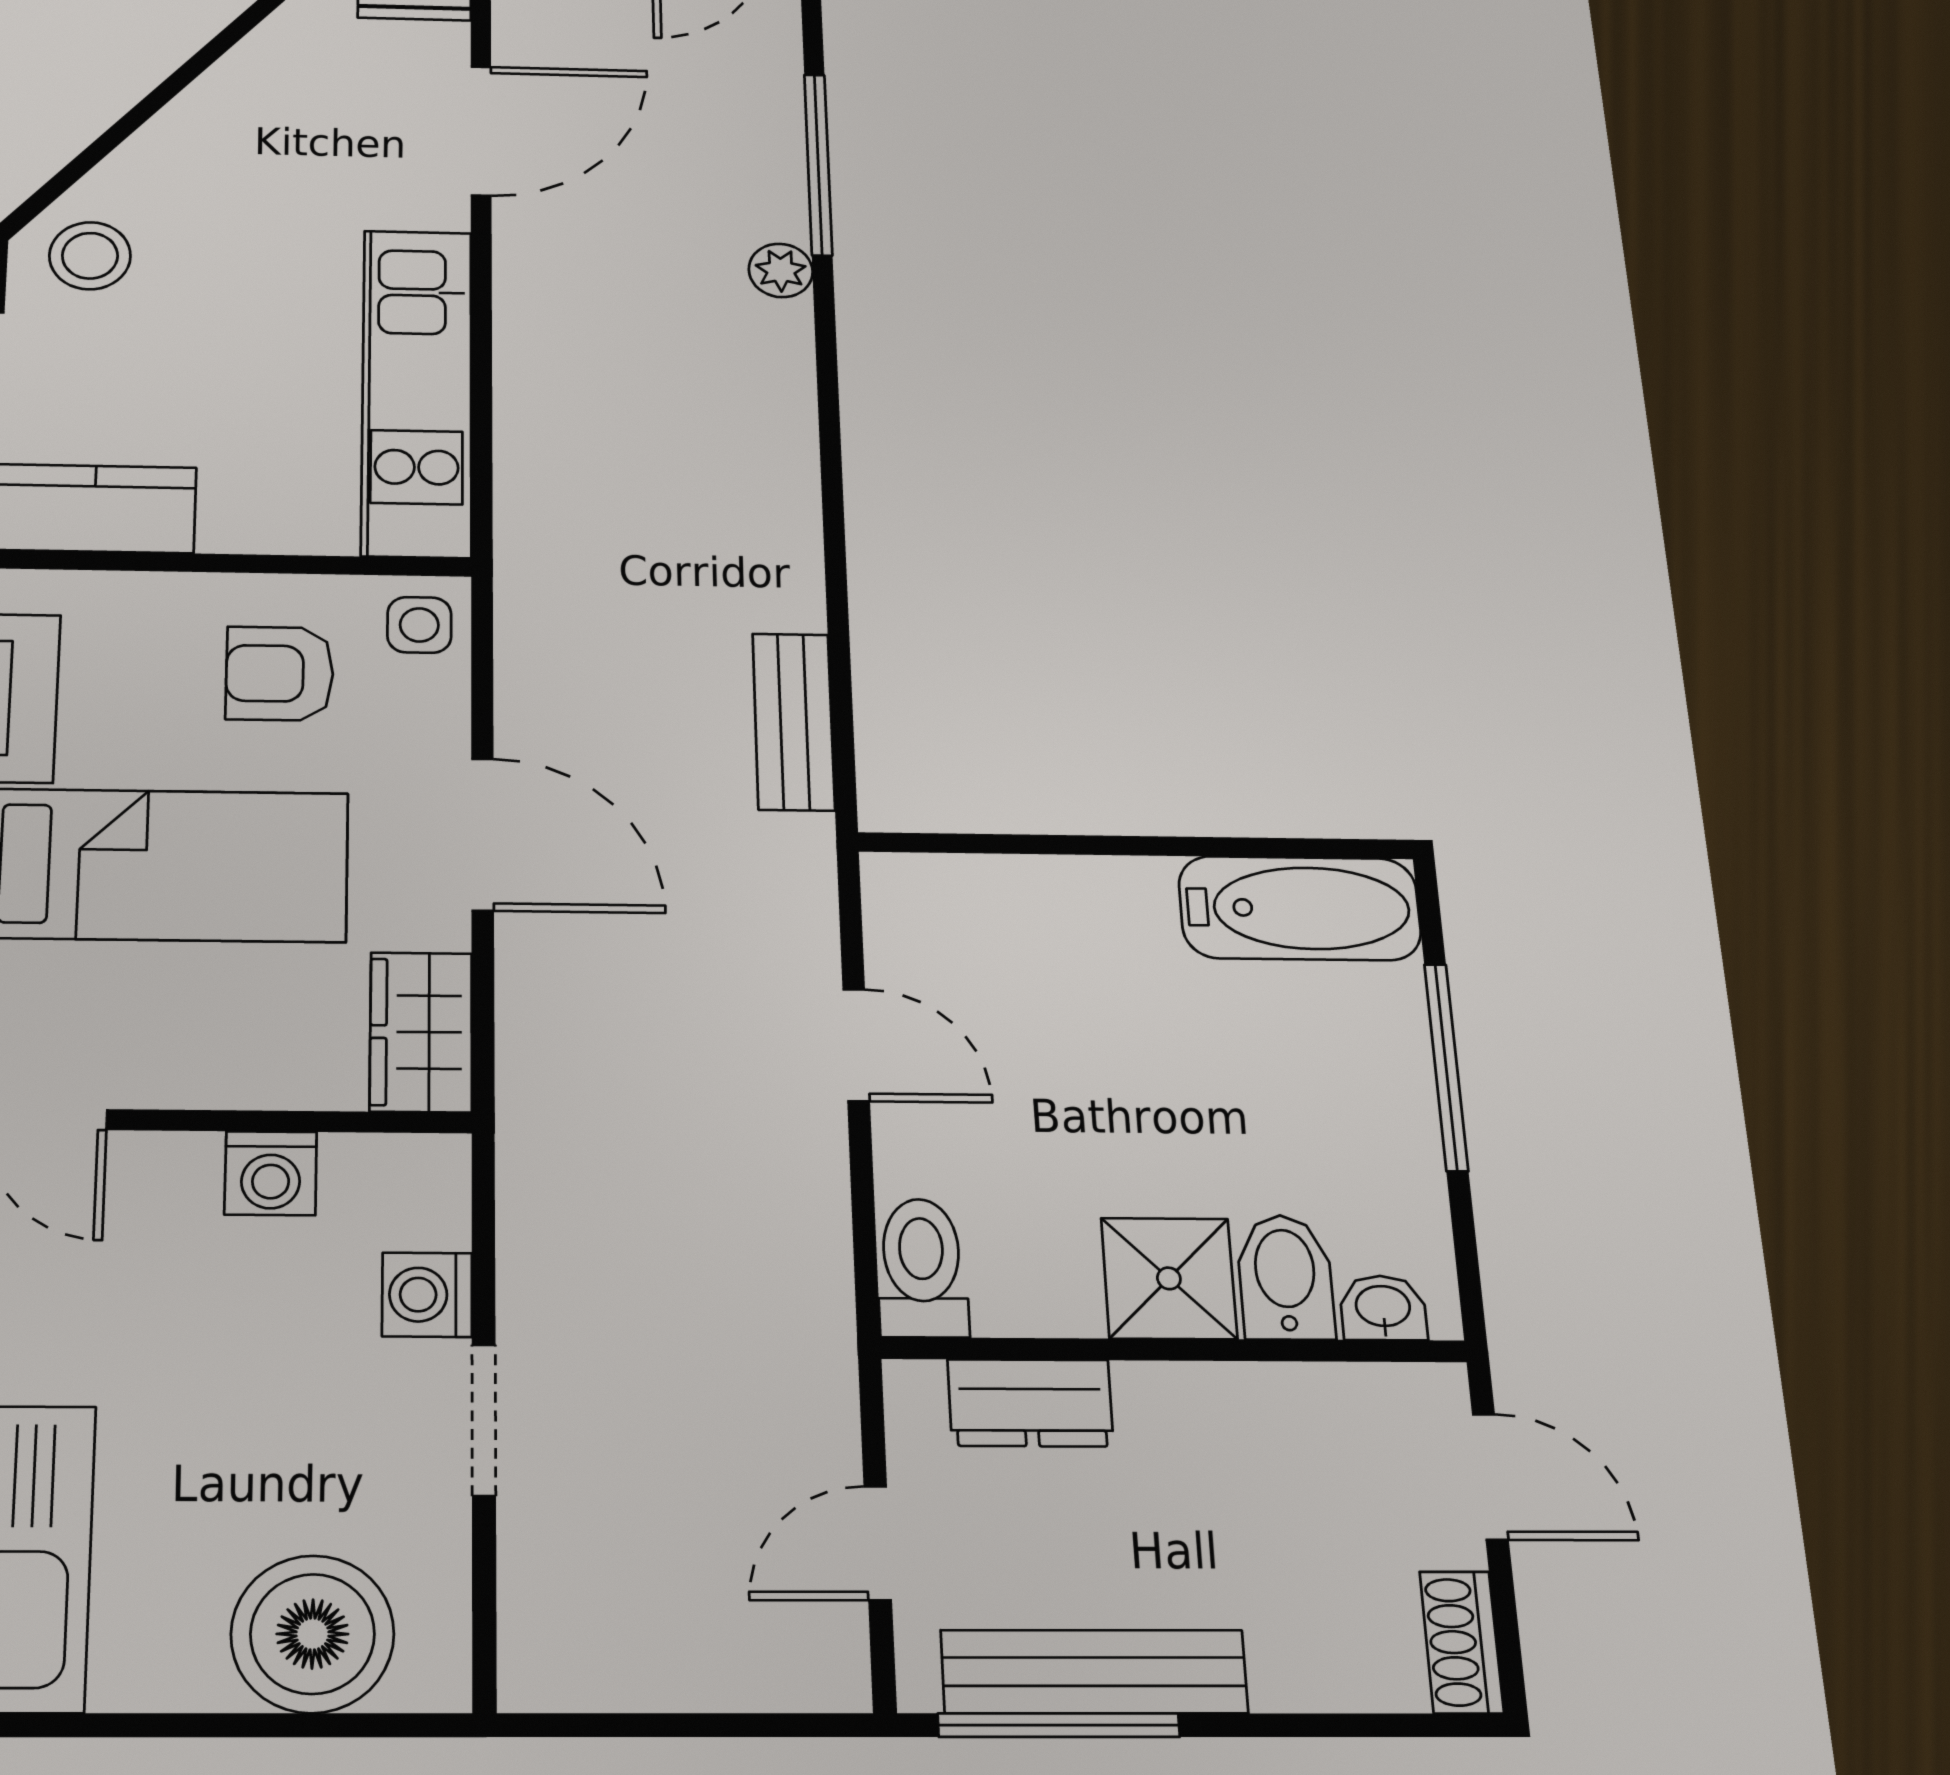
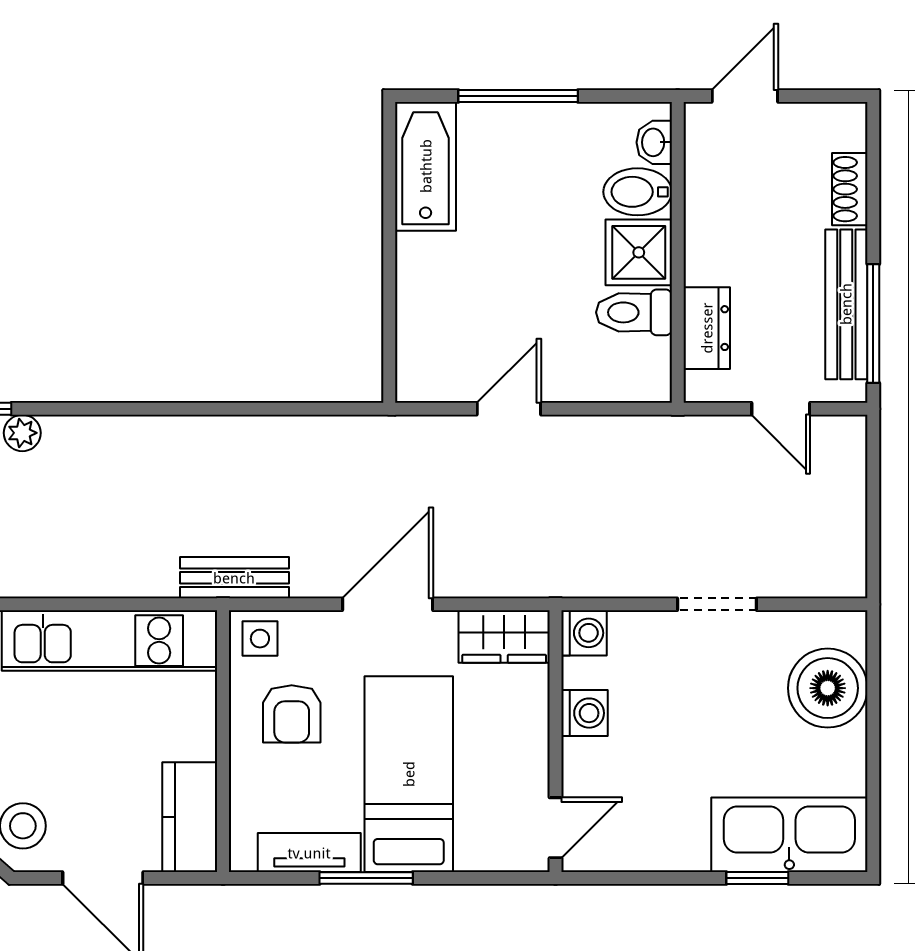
bench: (793, 722) -> (234, 578), moved
toilet: (922, 1268) -> (634, 312), moved
washing machine: (427, 1295) -> (584, 633), moved, turned -90
shoe rack: (1462, 1642) -> (850, 189), moved, turned 90

